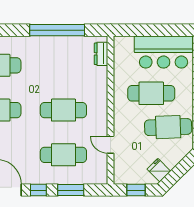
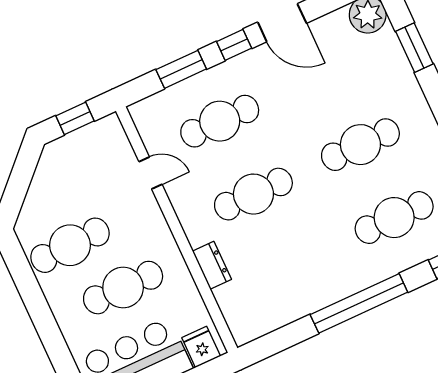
window: (57, 30) -> (359, 303), moved
dresser: (101, 54) -> (212, 265), moved
fridge: (159, 170) -> (201, 347), moved, turned -135

